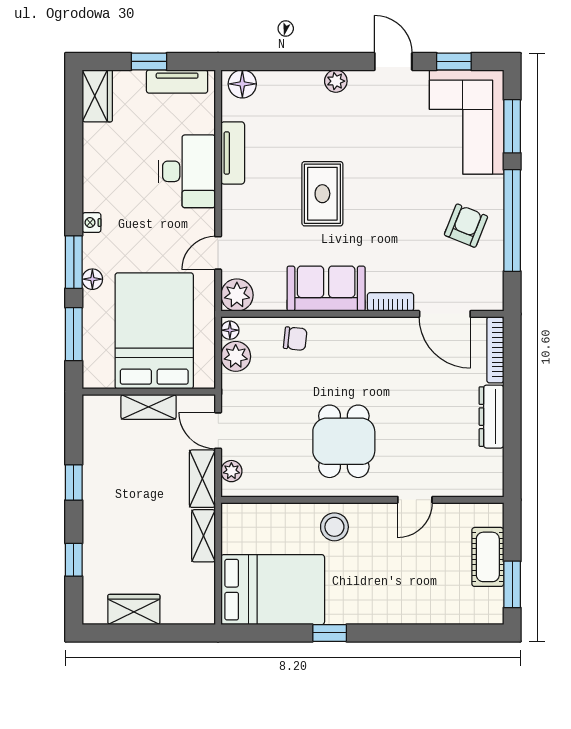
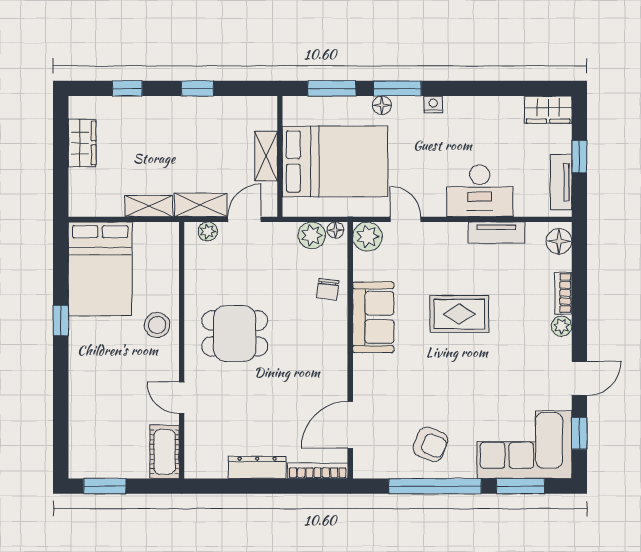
bookcase: (390, 302) -> (563, 293), moved, turned 180
cot: (488, 557) -> (165, 452), moved, turned 90

